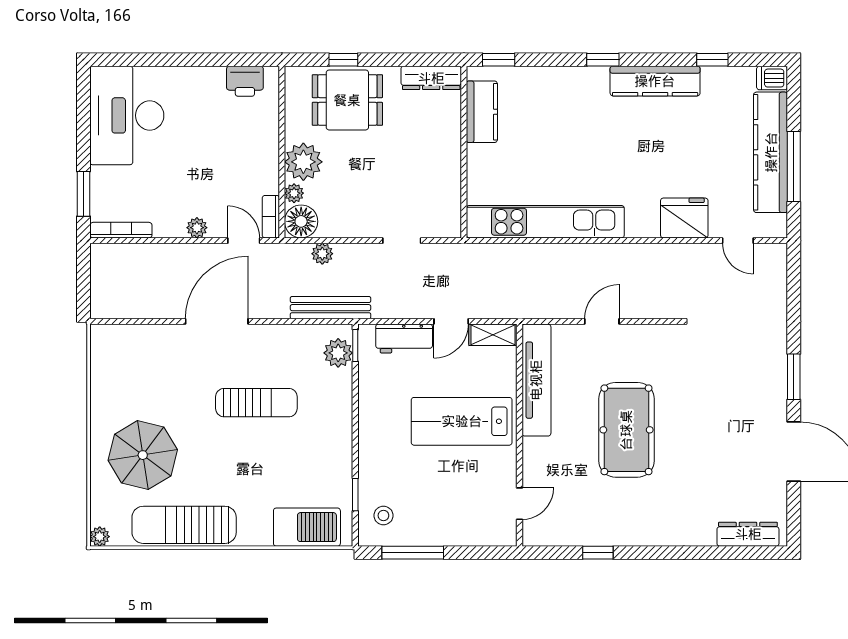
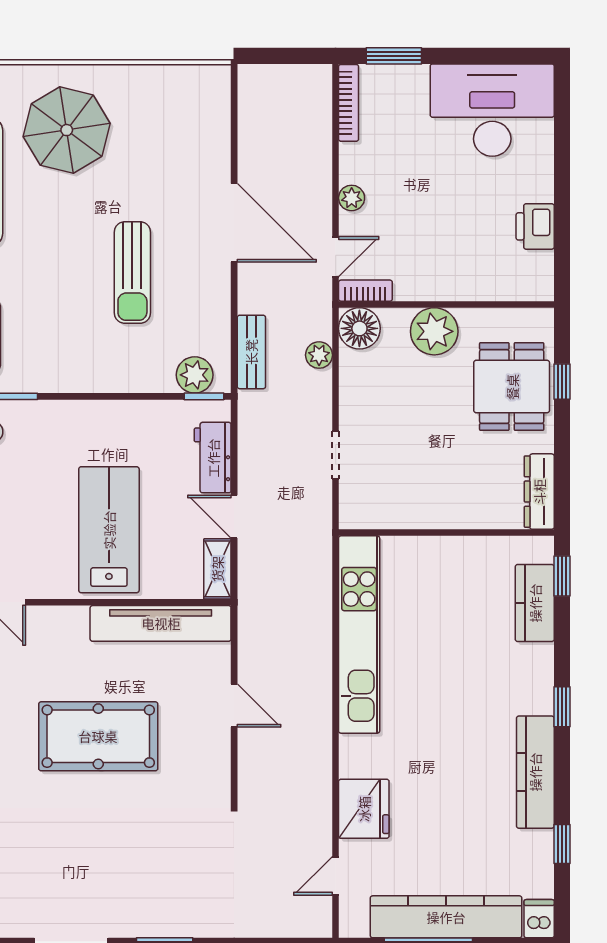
printer: (245, 81) -> (535, 226), moved
kitchen counter: (482, 112) -> (535, 603), moved, turned 90
plant: (294, 193) -> (395, 320), removed
bench: (330, 308) -> (251, 352), width x0.73

